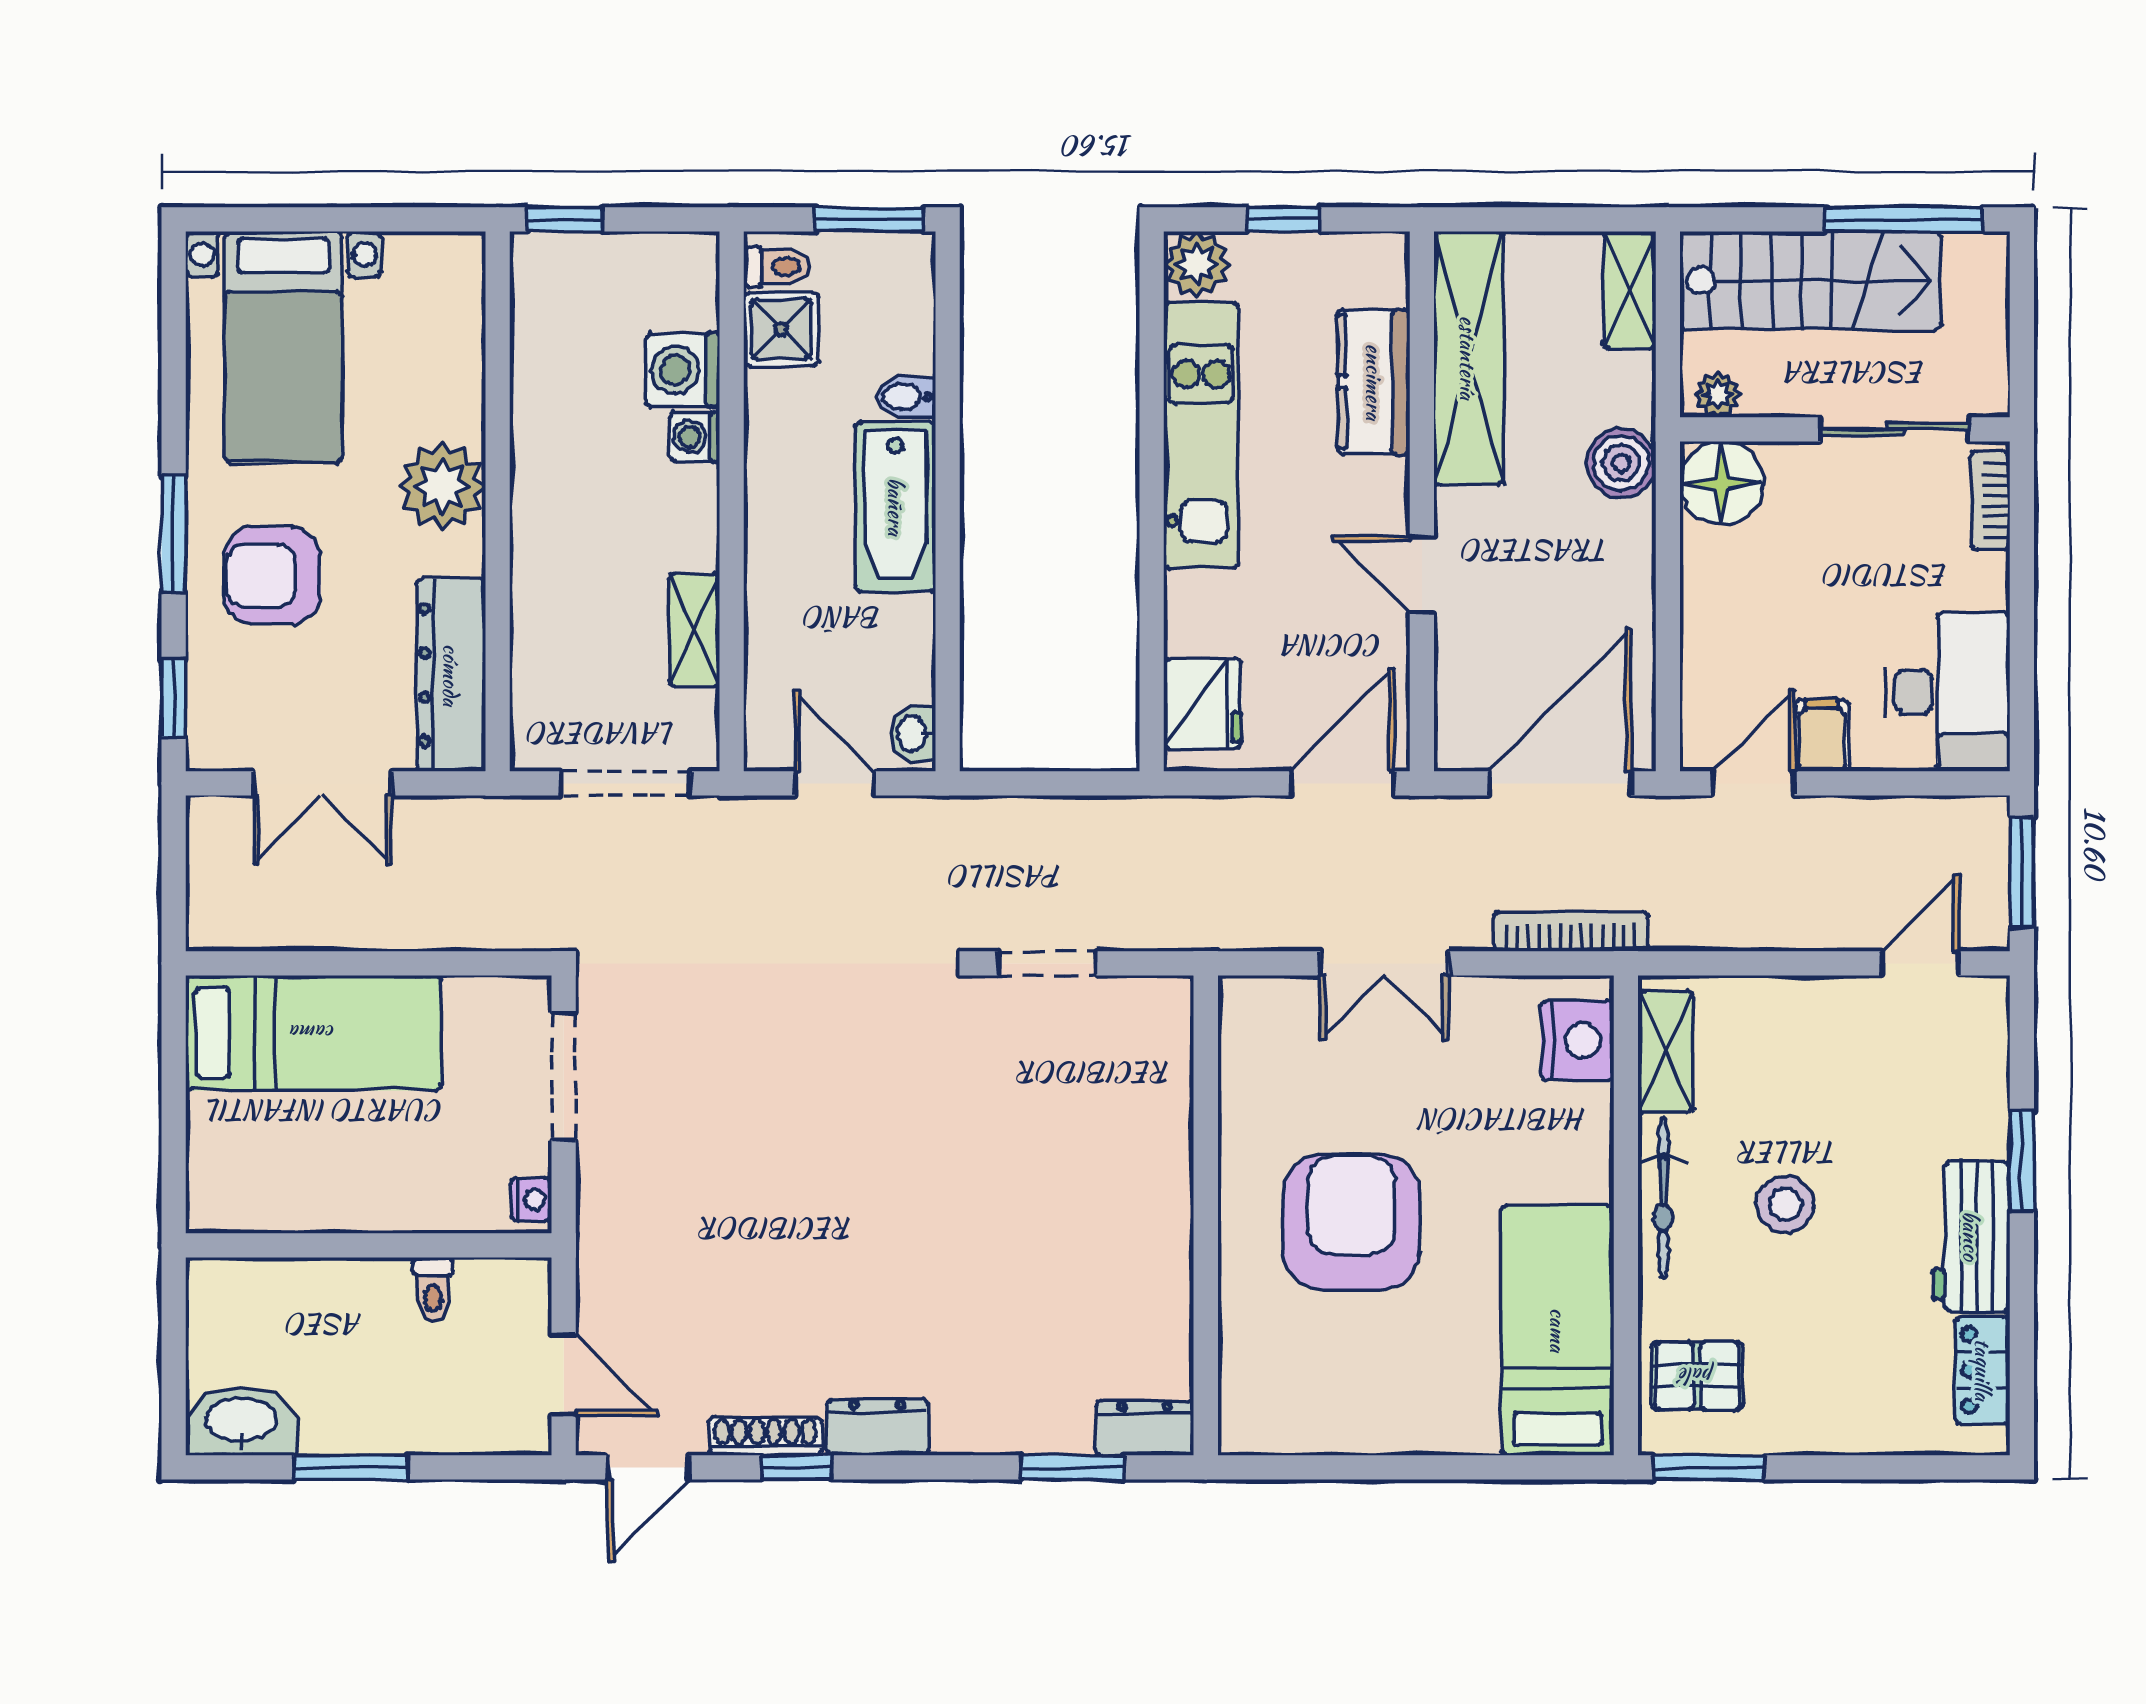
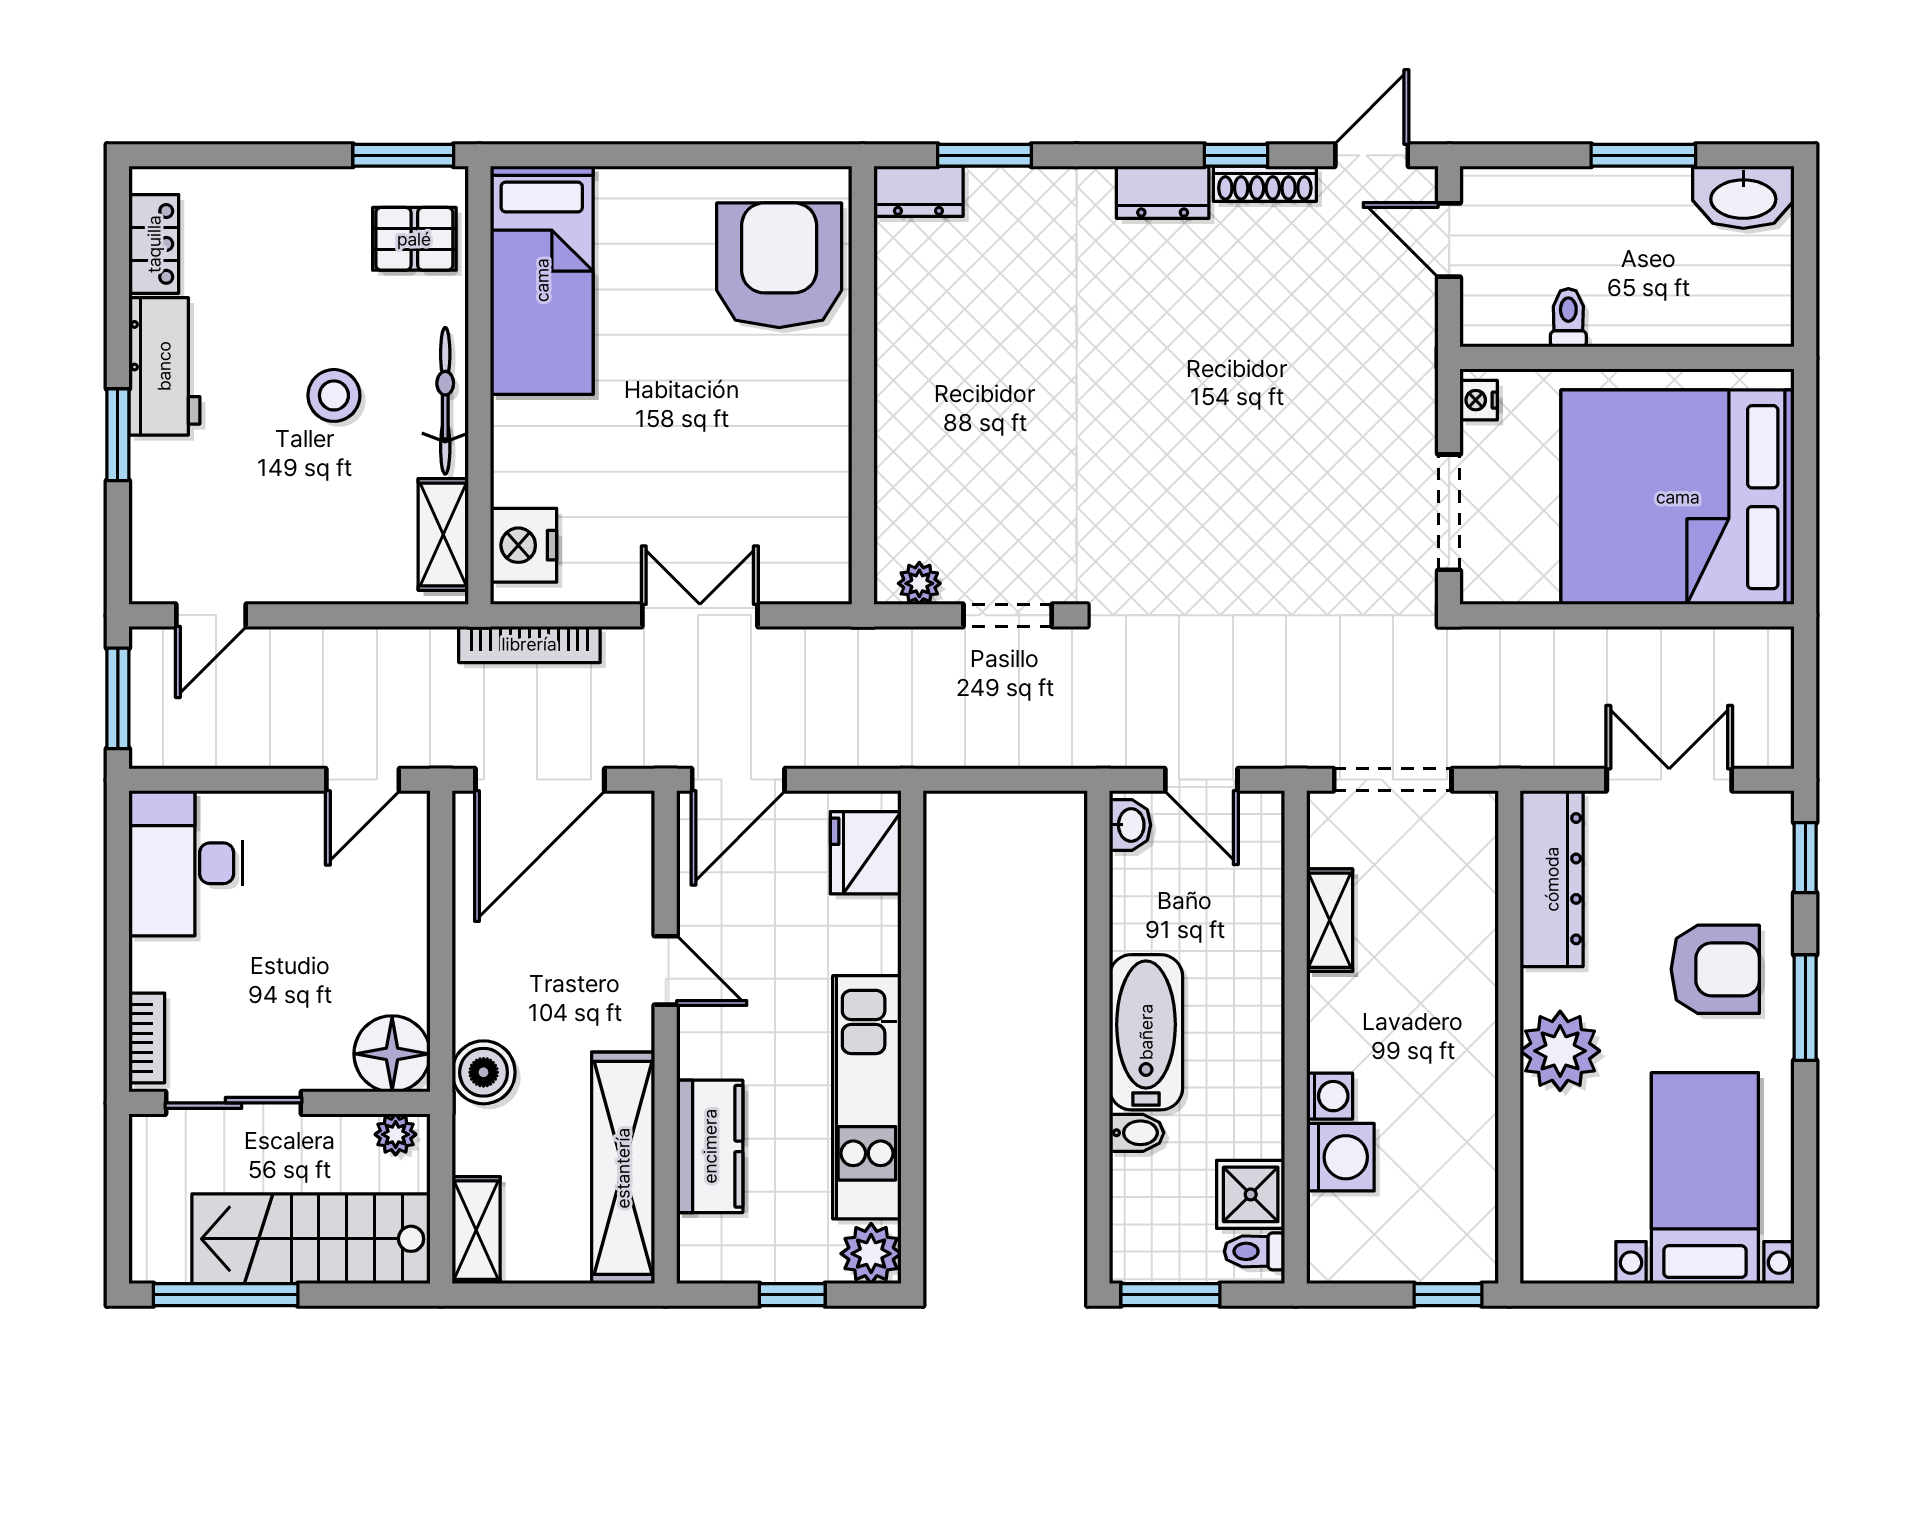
filing cabinet: (1822, 735) -> (301, 823), removed
plant: (1144, 998) -> (919, 583), added
bed: (313, 1033) -> (1678, 497), width x2.04
armchair: (1351, 1222) -> (779, 265), moved, turned 180

